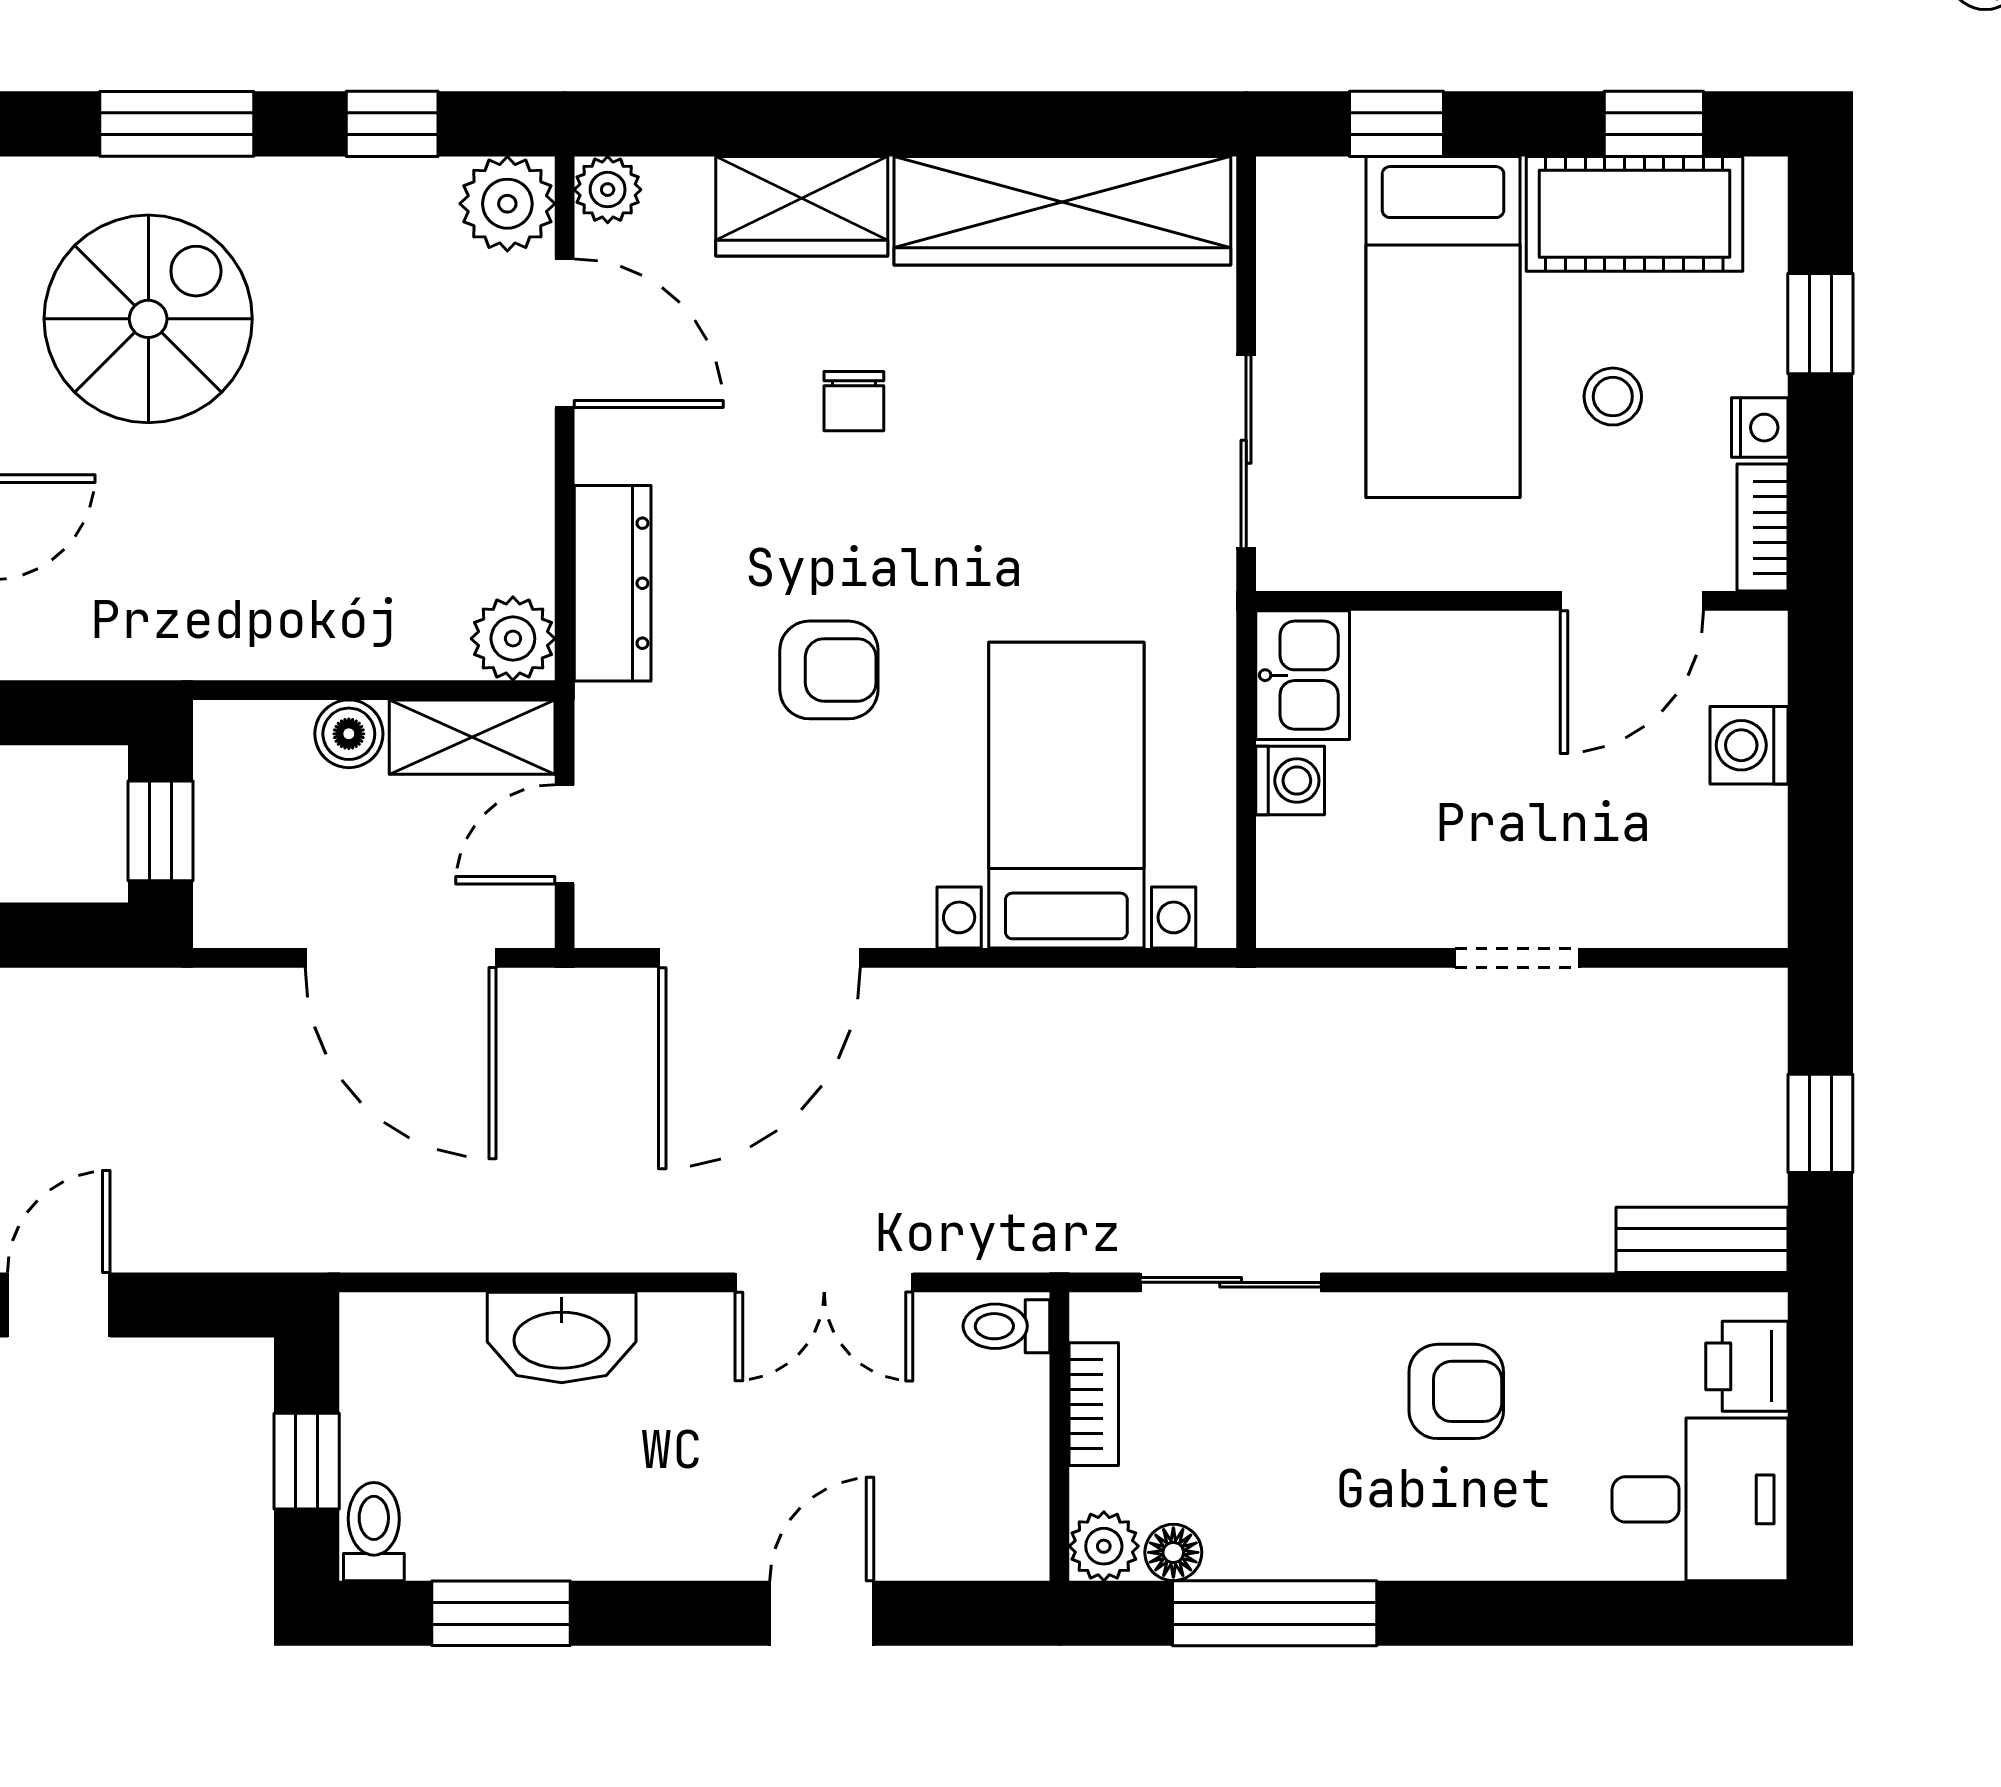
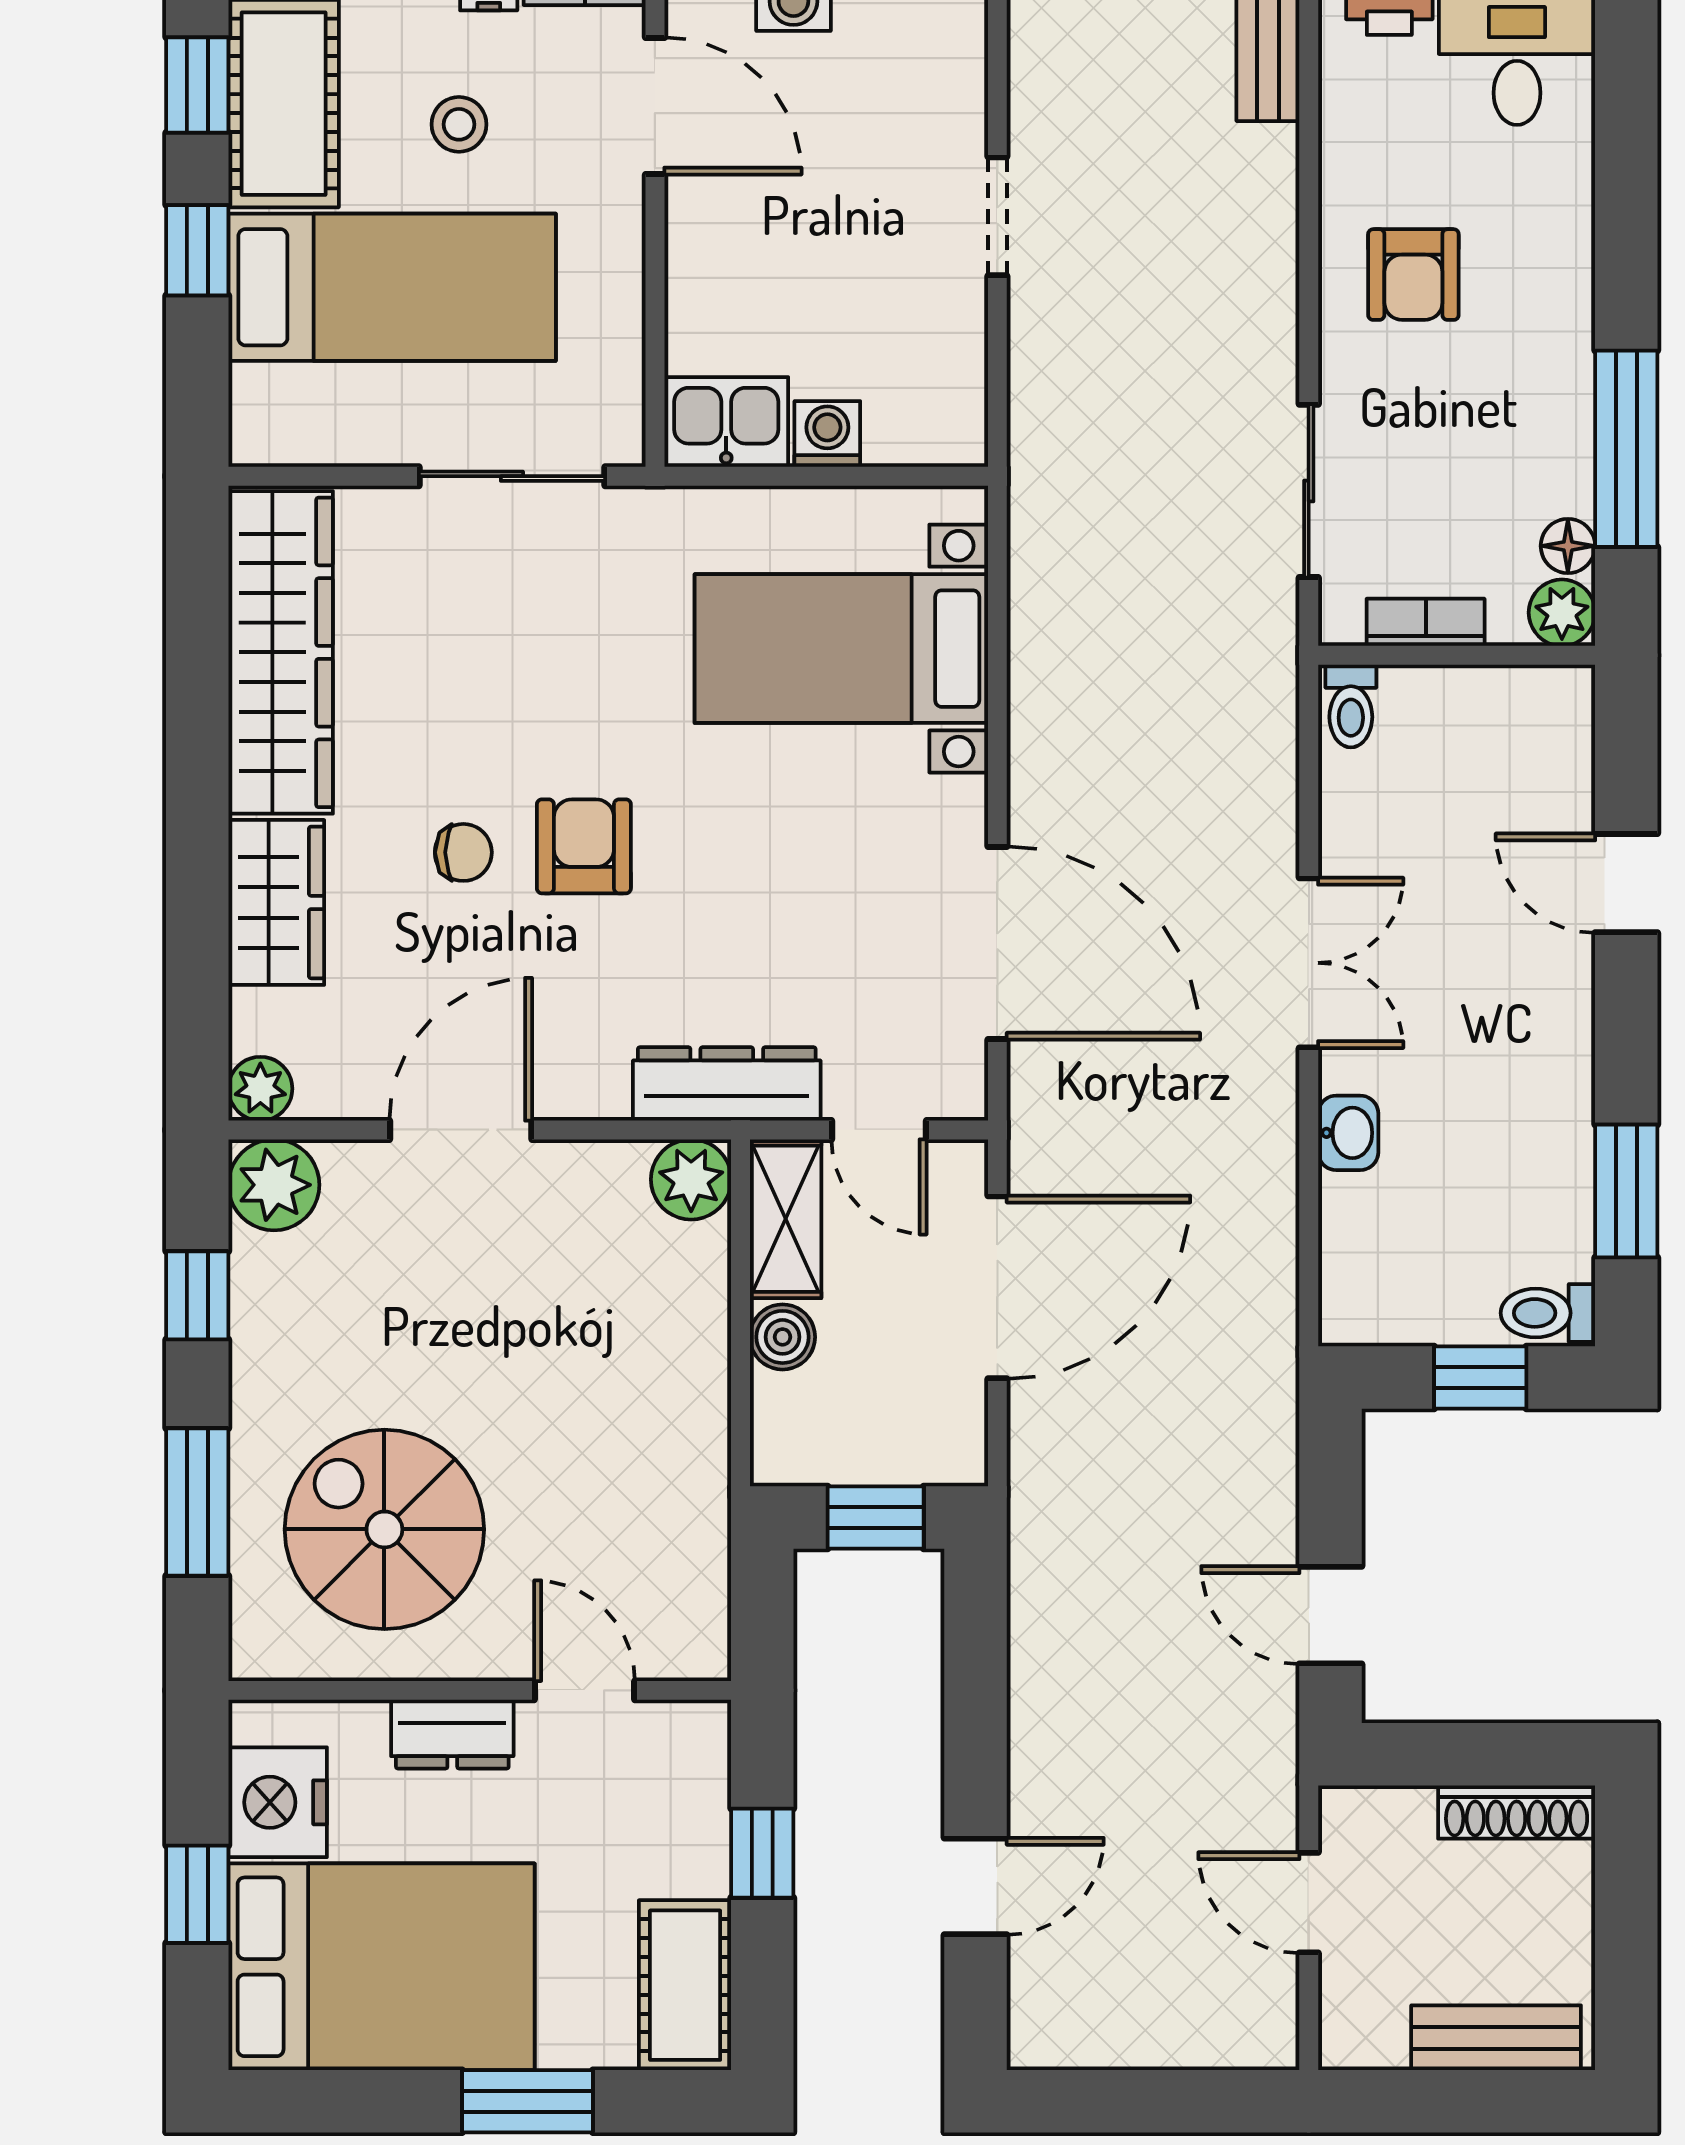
window: (1397, 124) -> (197, 250), moved
door: (565, 333) -> (461, 1130), moved
dresser: (613, 583) -> (727, 1084), moved
armchair: (829, 670) -> (584, 846), moved
double door: (824, 1282) -> (1309, 963), moved
washbasin: (562, 1337) -> (1348, 1133), width x0.52, depth x0.69
armchair: (1456, 1391) -> (1413, 275), turned 180

